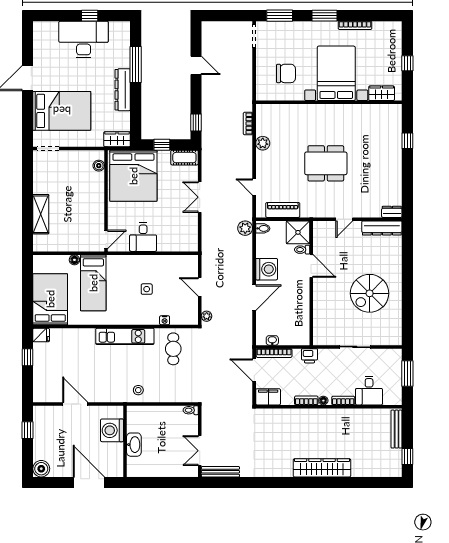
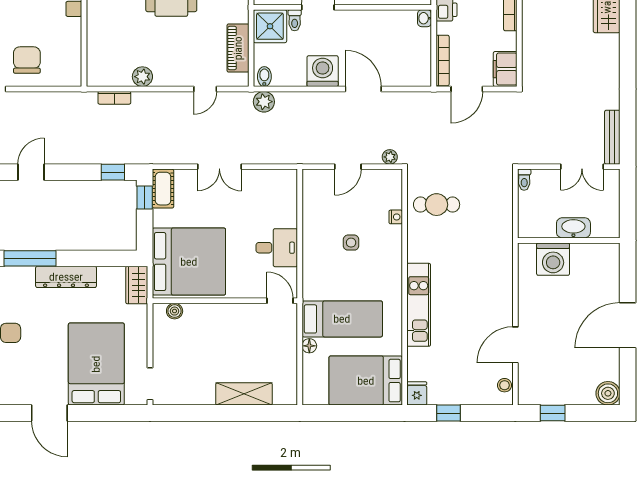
chair: (286, 73) -> (27, 60), moved
window: (162, 145) -> (145, 198), moved
kitchen unit: (125, 336) -> (419, 305), moved
washbasin: (272, 340) -> (424, 18), moved
stool: (138, 390) -> (505, 385), moved
washing machine: (112, 430) -> (553, 259), moved
wall: (125, 441) -> (569, 240), moved
washbasin: (134, 445) -> (573, 228), moved

